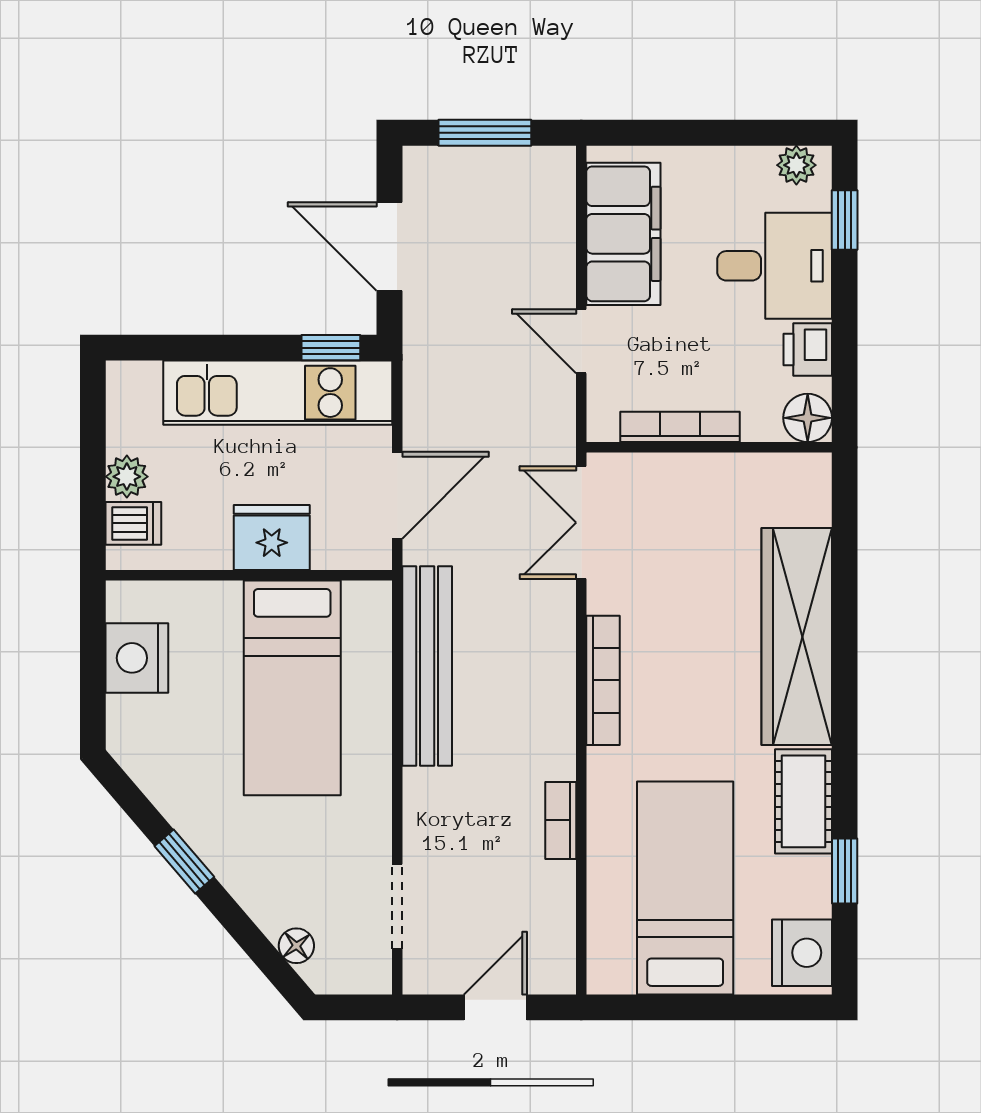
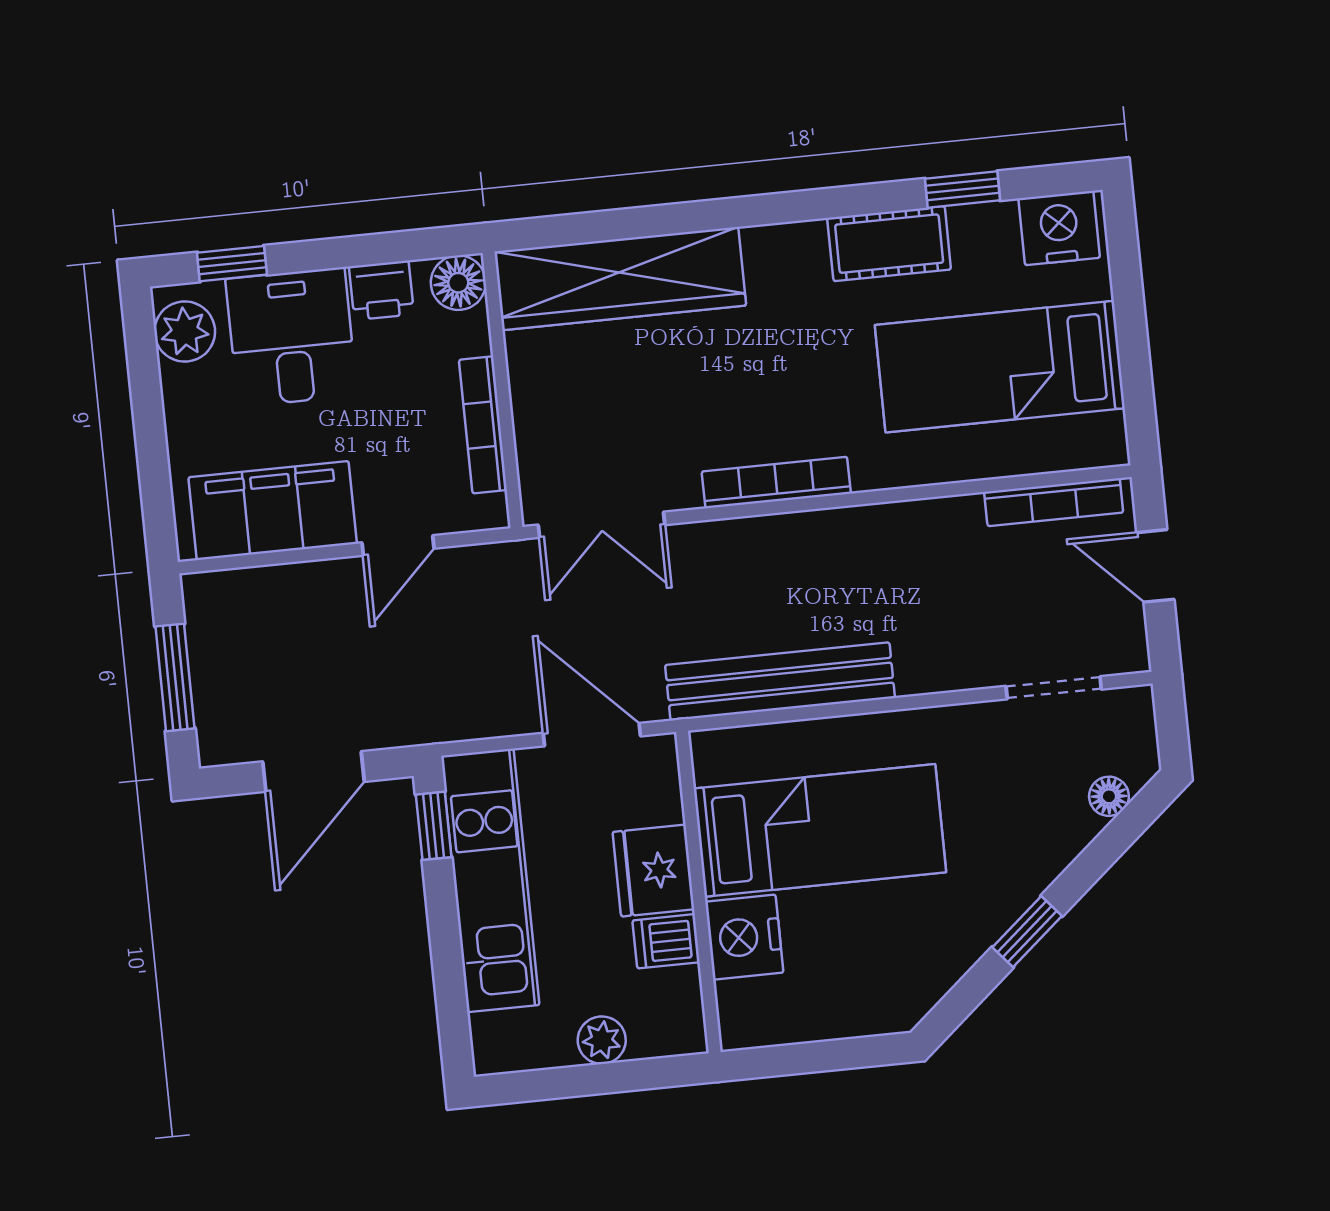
plant: (796, 165) -> (185, 331), width x1.38, depth x1.38
dishwasher: (133, 523) -> (666, 941), moved, turned -90
wardrobe: (797, 636) -> (620, 279), moved
nightstand: (137, 658) -> (744, 937), moved, turned 90
bookcase: (561, 820) -> (1054, 502), moved, width x1.56

